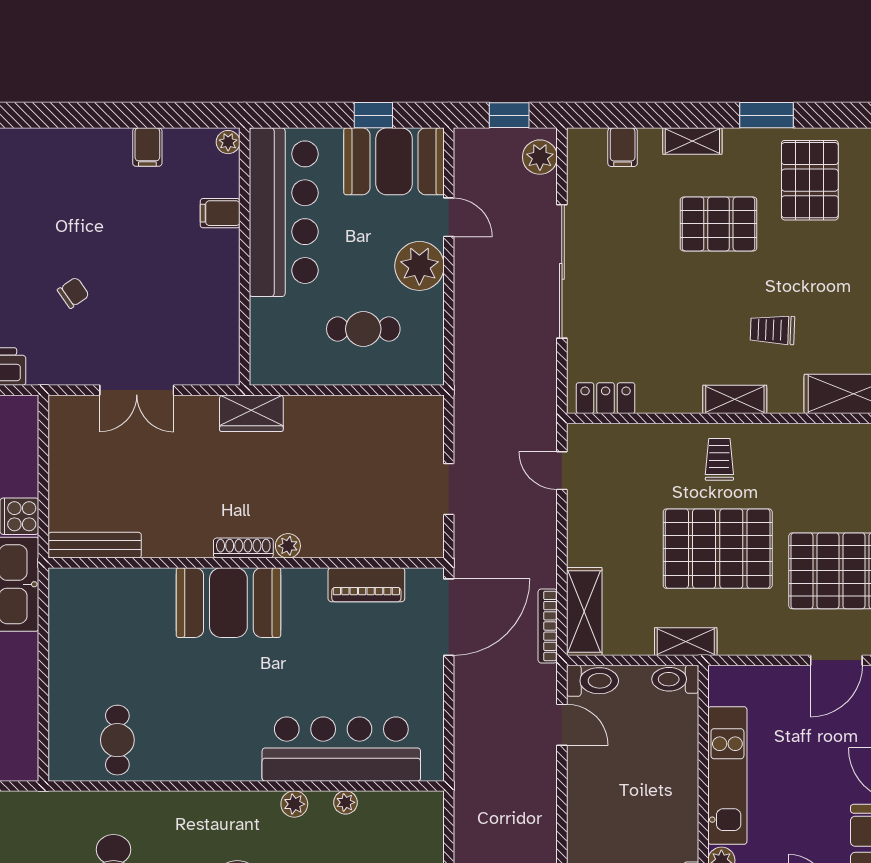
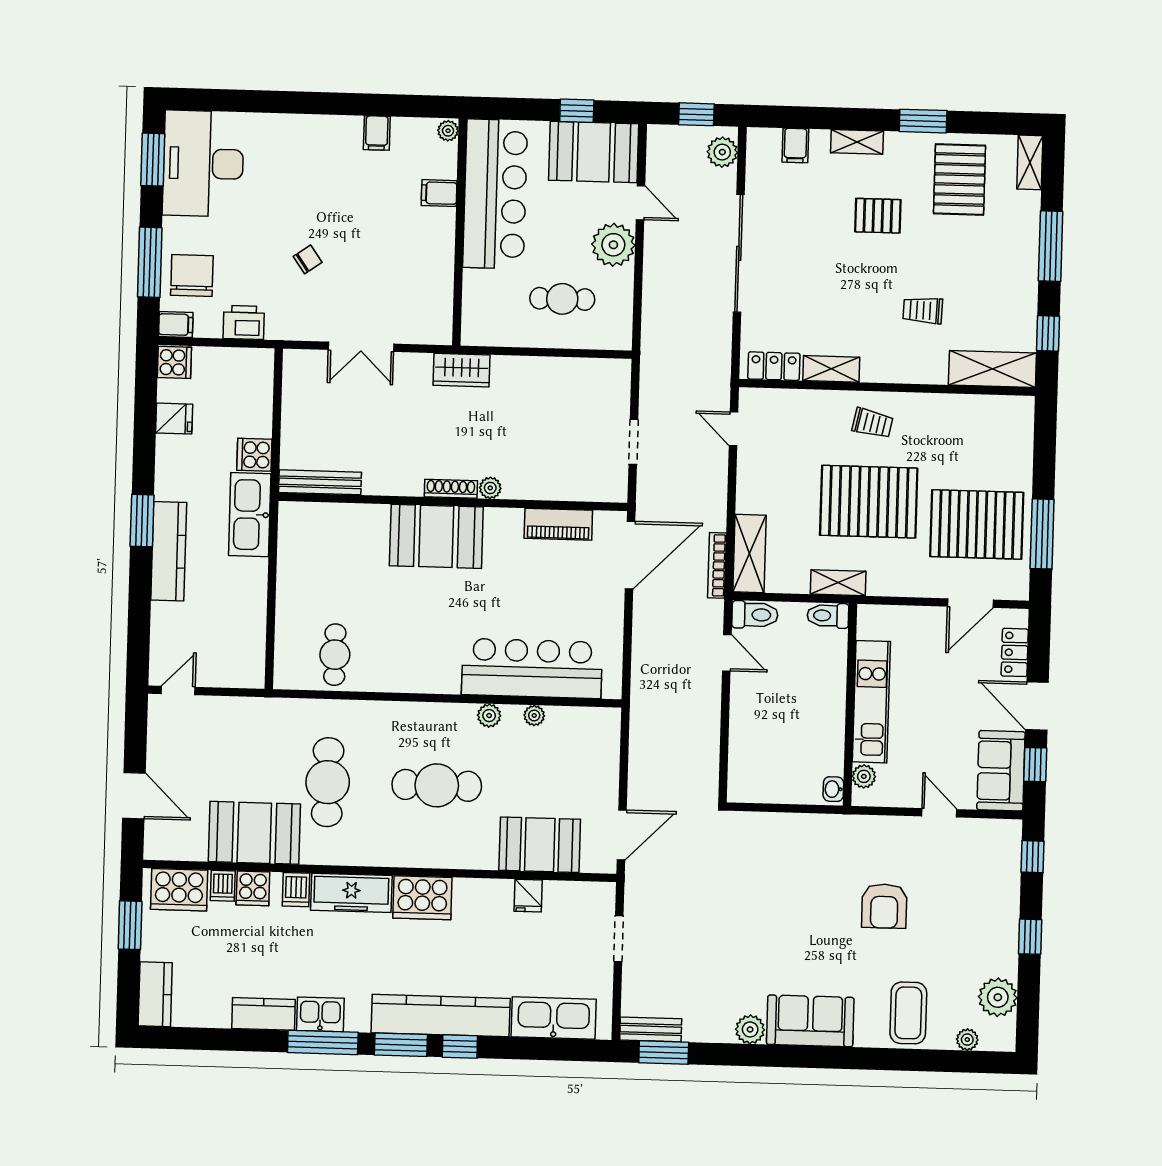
pallet: (718, 224) -> (878, 216), width x0.67, depth x0.71
shelving: (735, 399) -> (831, 369), moved
trolley: (719, 459) -> (873, 423), turned 102

